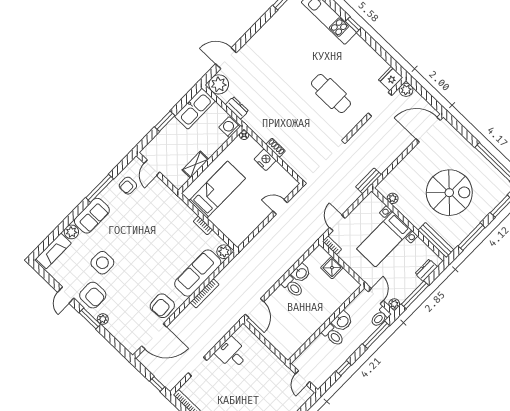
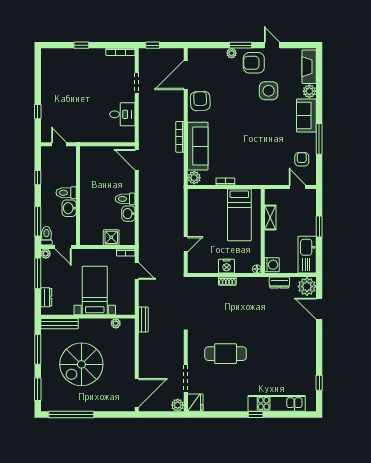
door: (226, 58) -> (319, 309), swing flipped

